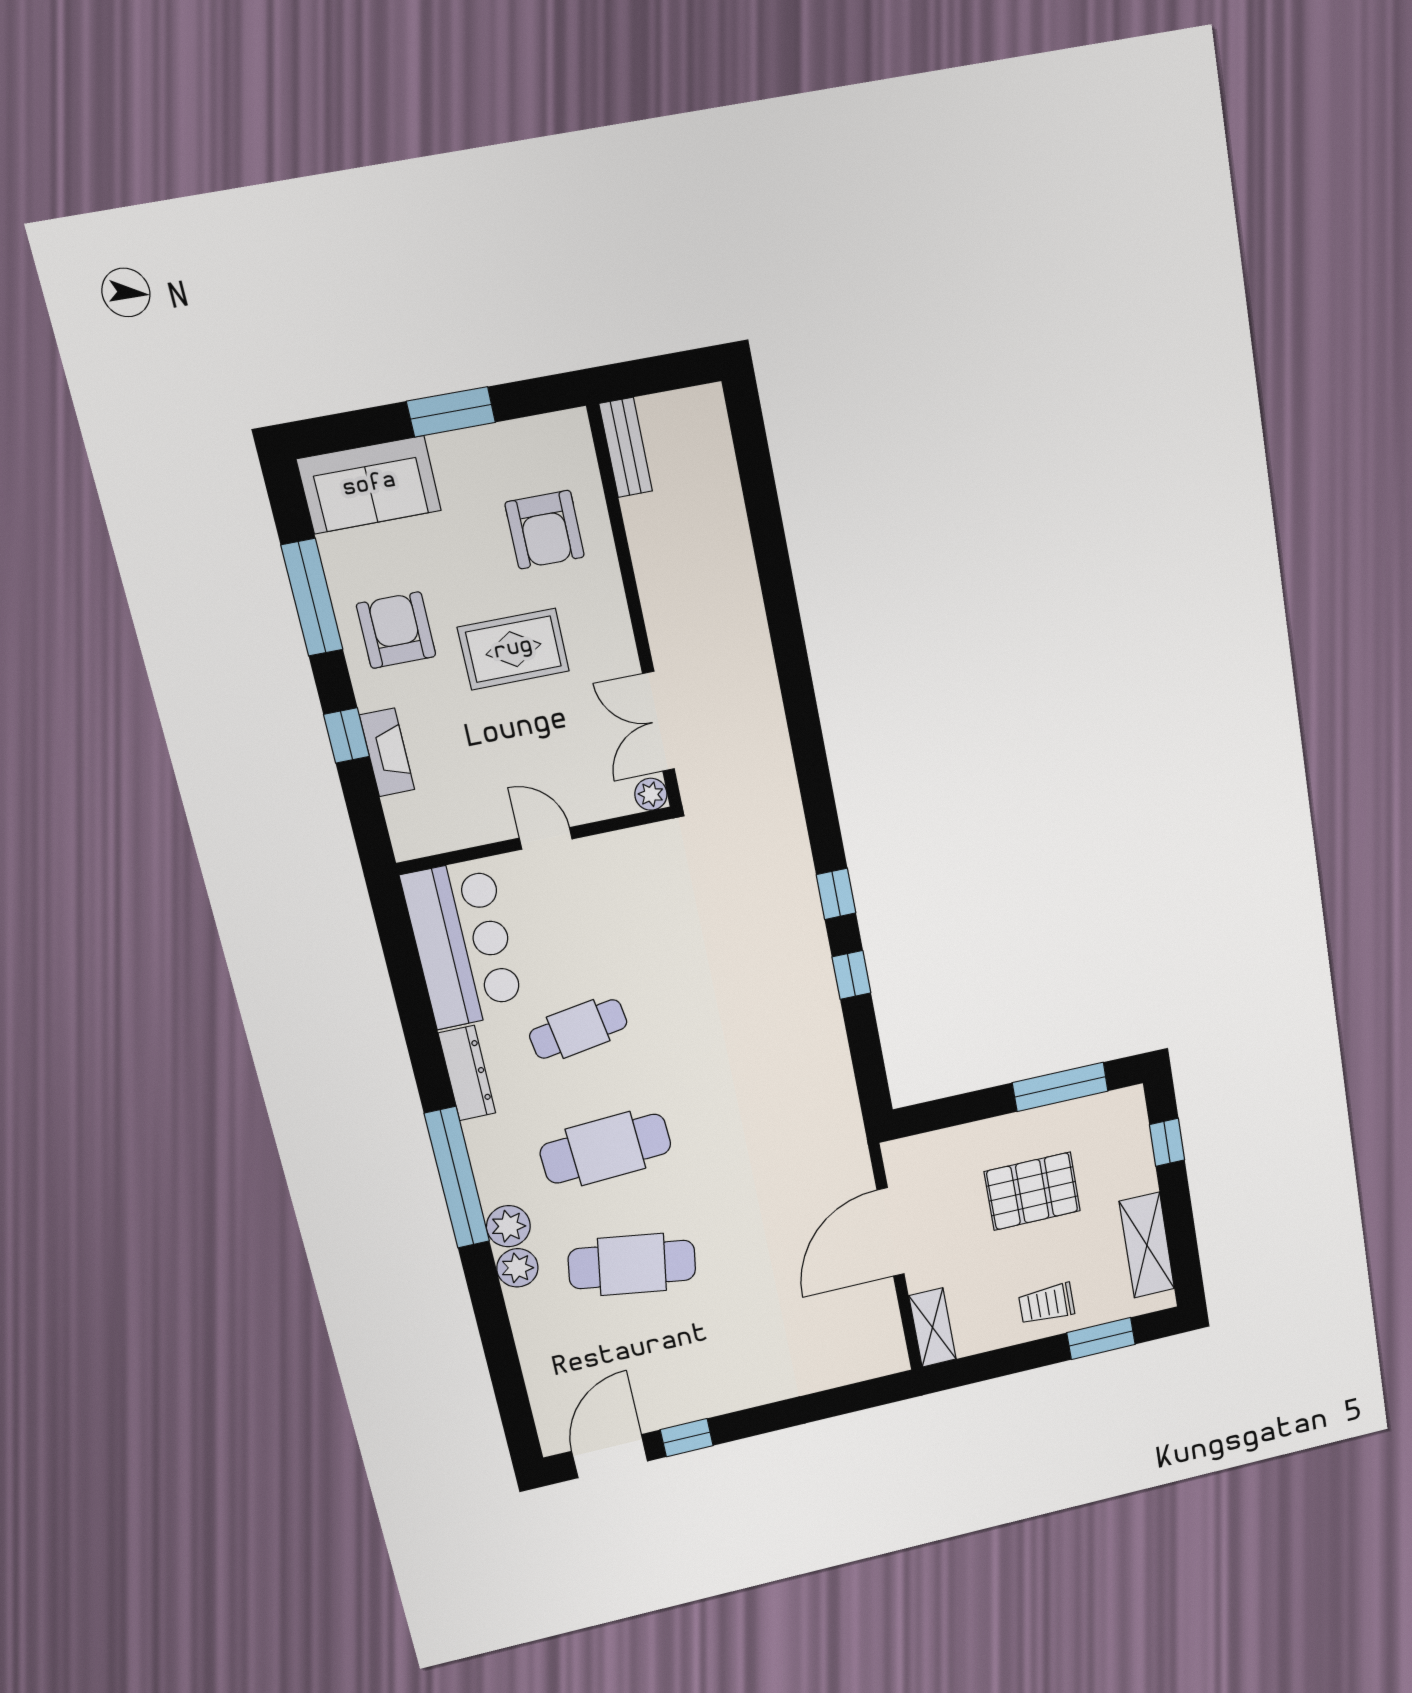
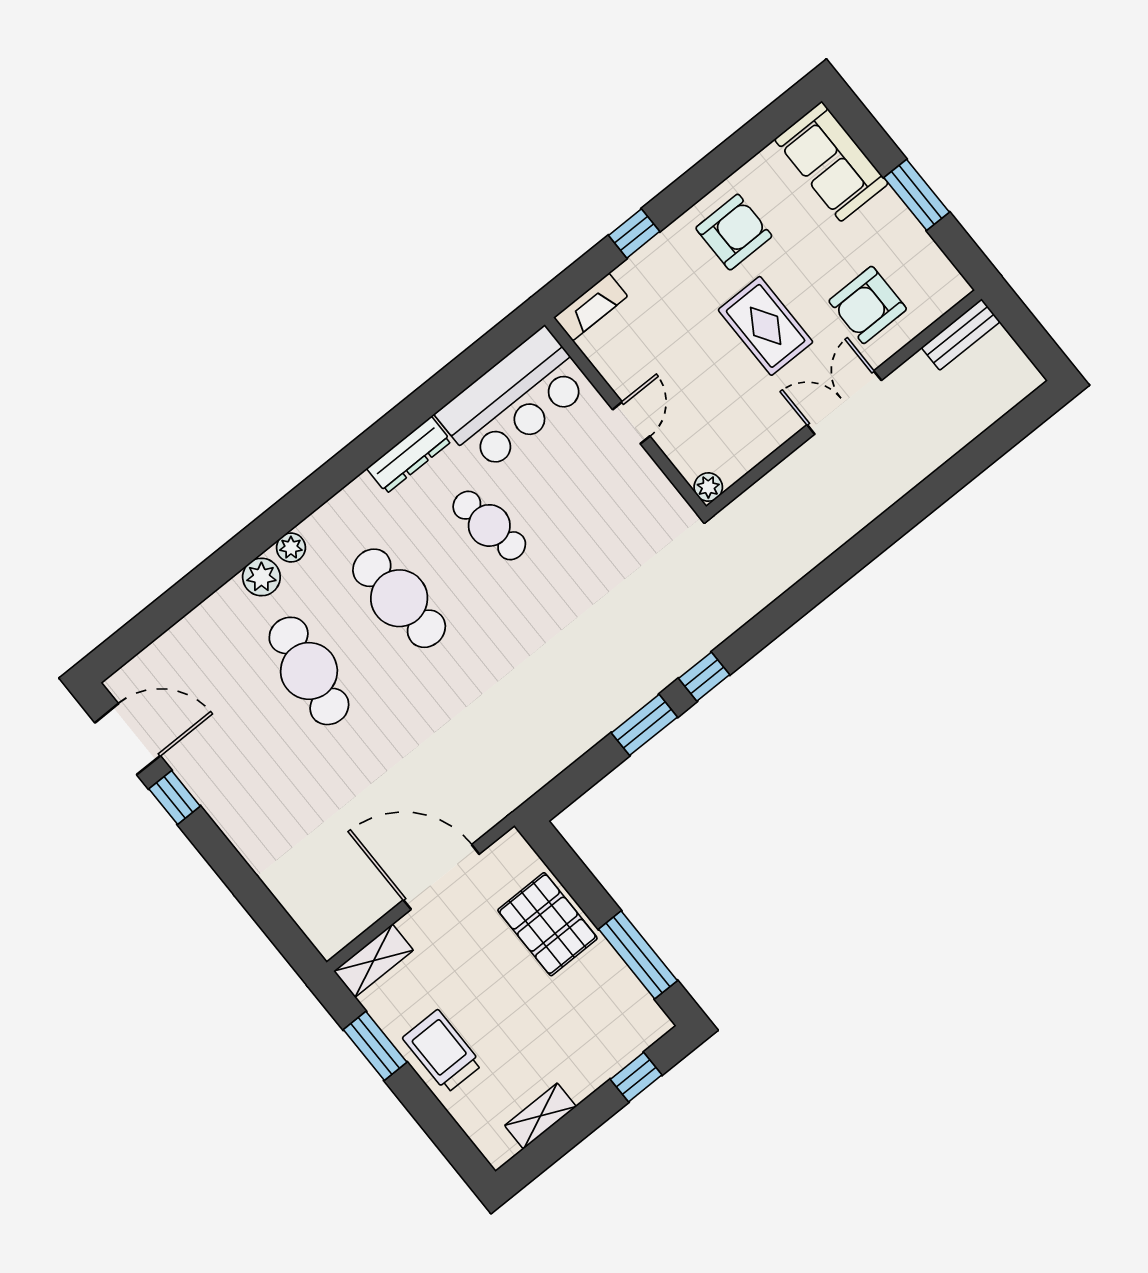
window: (312, 597) -> (726, 159), removed
double door: (658, 721) -> (844, 402), moved
fireplace: (387, 752) -> (591, 307), moved
window: (851, 975) -> (644, 725), width x1.50
window: (457, 1178) -> (316, 490), removed
pallet: (1032, 1191) -> (547, 924), moved
plant: (508, 1226) -> (291, 548), width x0.73, depth x0.73
shelving: (1147, 1245) -> (540, 1116), width x0.67, depth x0.75
trolley: (1047, 1304) -> (442, 1051), width x1.36, depth x1.39
window: (1101, 1338) -> (375, 1046), moved

